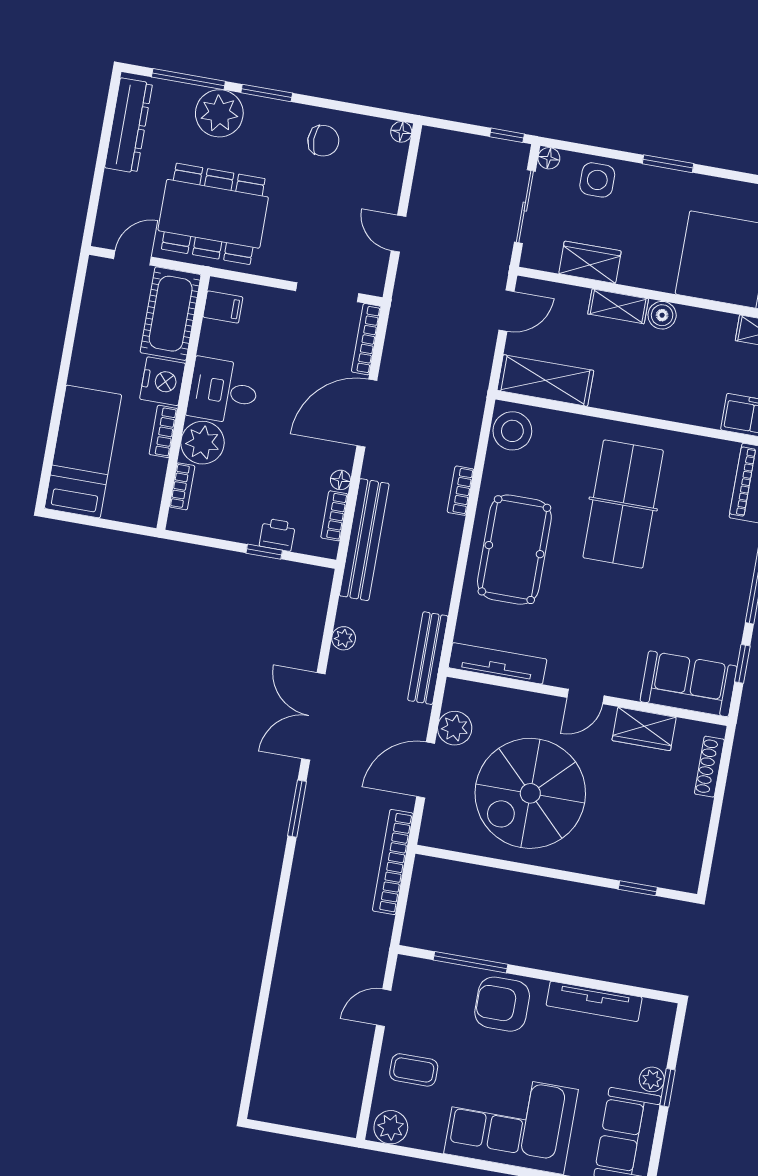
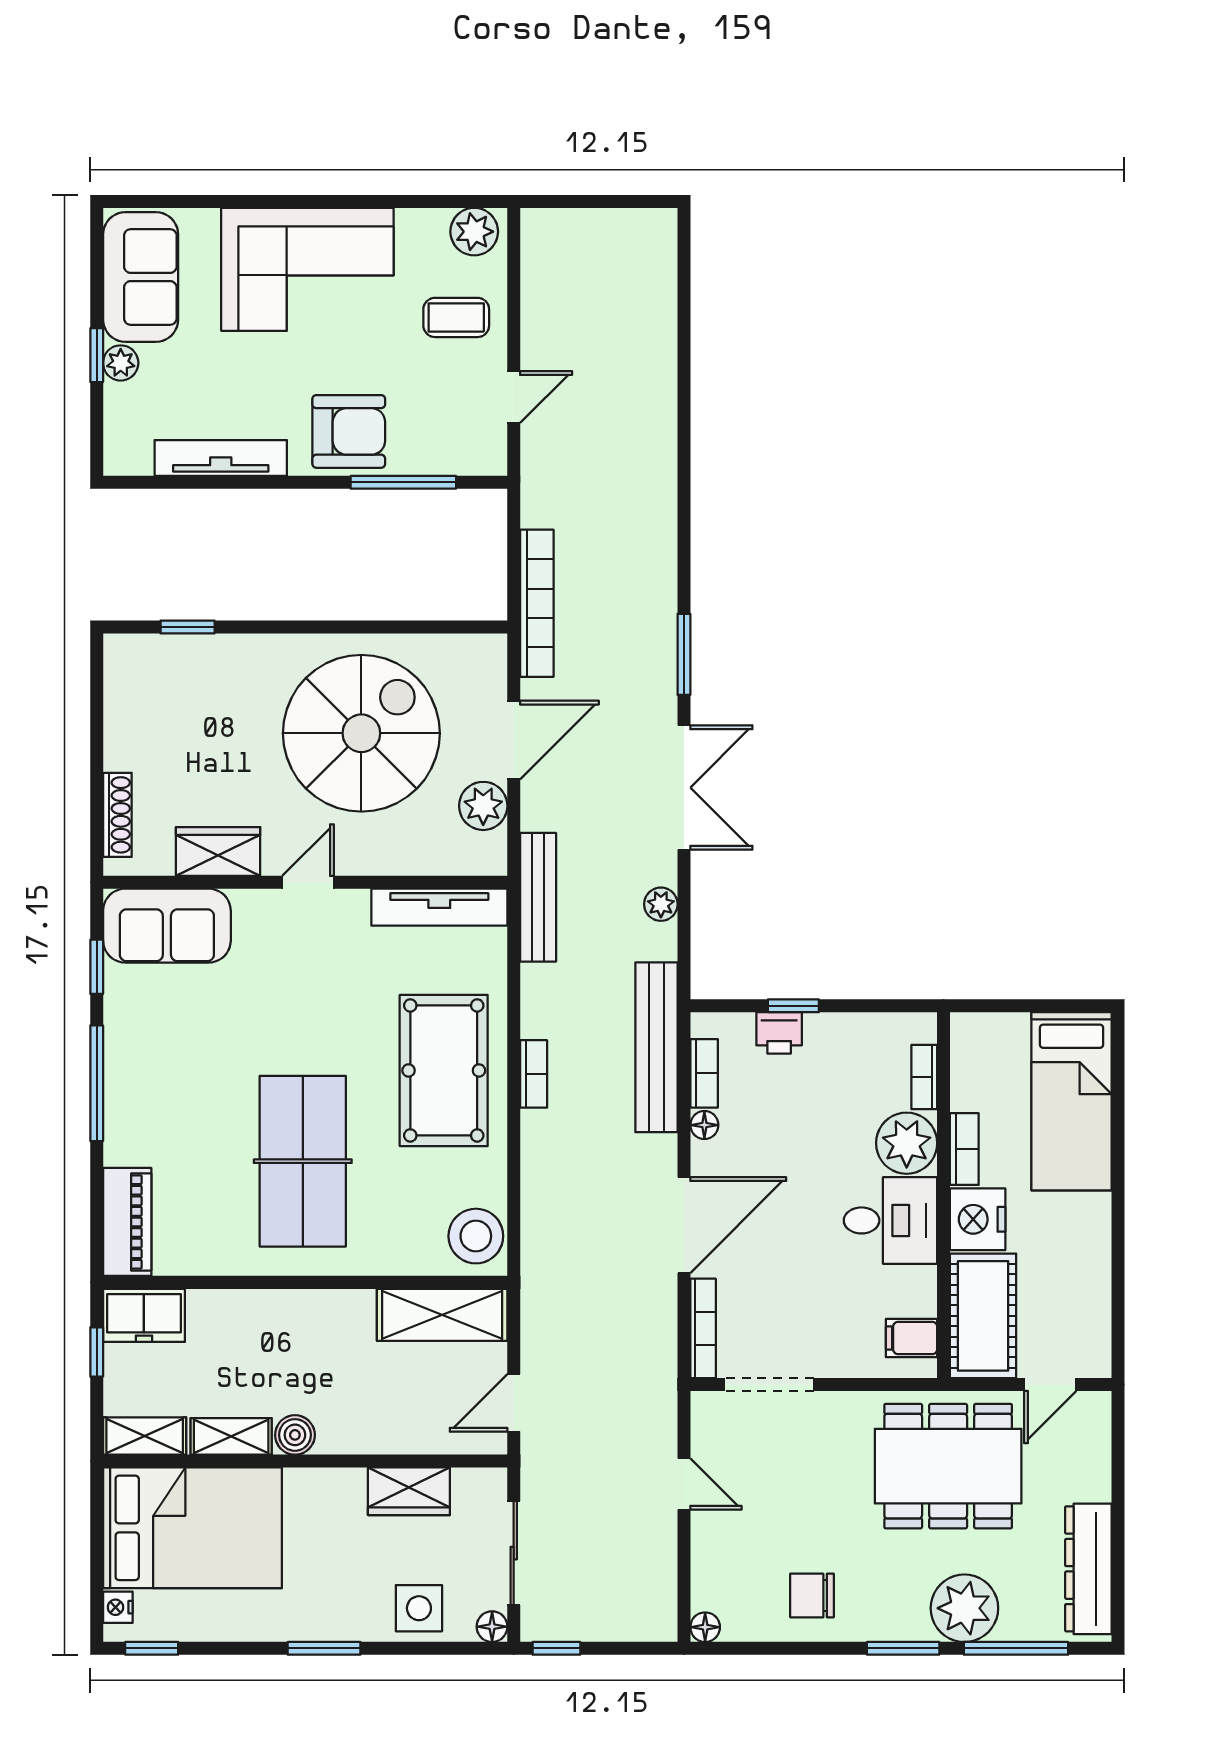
shelving: (618, 306) -> (231, 1436), moved
bookcase: (461, 491) -> (534, 1074), moved

